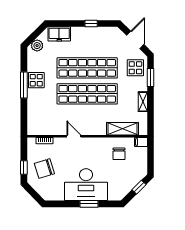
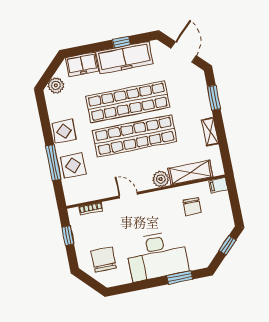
freezer: (91, 35) -> (125, 58), added
display table: (135, 68) -> (73, 165), moved
window: (24, 85) -> (53, 163), moved
plant: (100, 129) -> (161, 179), added
window: (24, 167) -> (68, 236), moved
chair: (44, 169) -> (104, 260), moved, turned 107
window: (89, 204) -> (180, 278), moved

